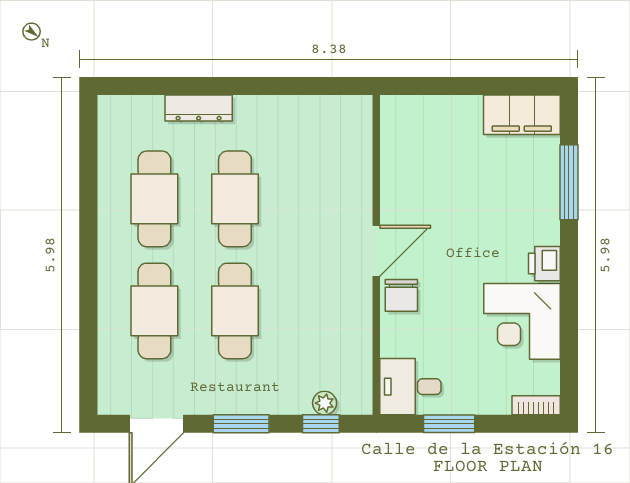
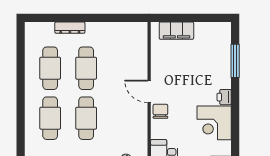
filing cabinet: (522, 115) -> (176, 31), moved
door: (376, 251) -> (149, 91), swing flipped
chair: (401, 295) -> (160, 111), turned 180

